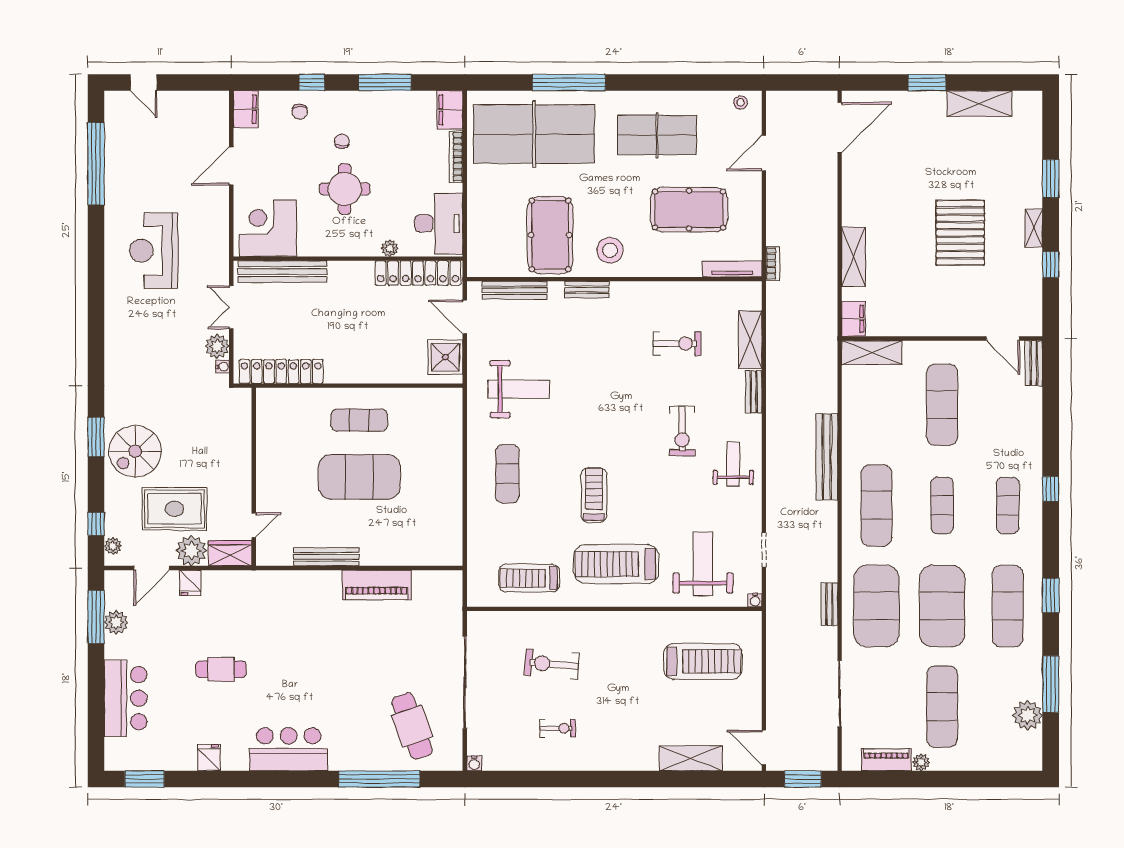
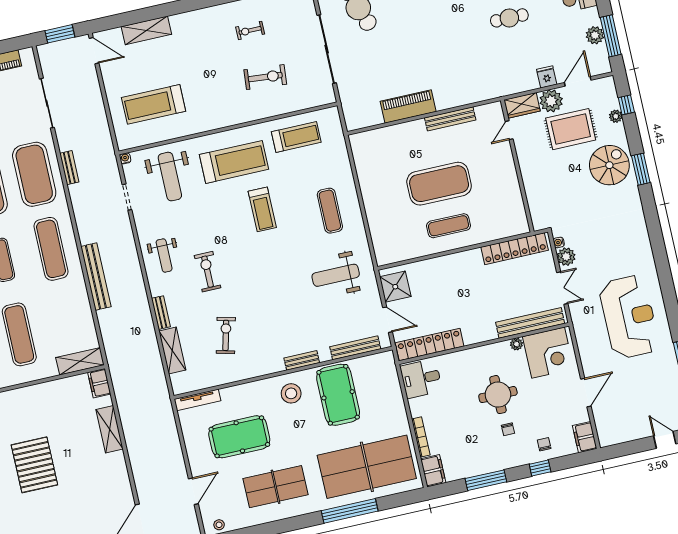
desk: (439, 223) -> (421, 379), width x0.73
plant: (390, 248) -> (516, 344), moved
reception desk: (154, 251) -> (629, 317), width x1.36, depth x1.30
bookcase: (773, 264) -> (168, 411), removed
exercise bike: (677, 344) -> (226, 335), turned 104
plant: (113, 546) -> (616, 116), moved

